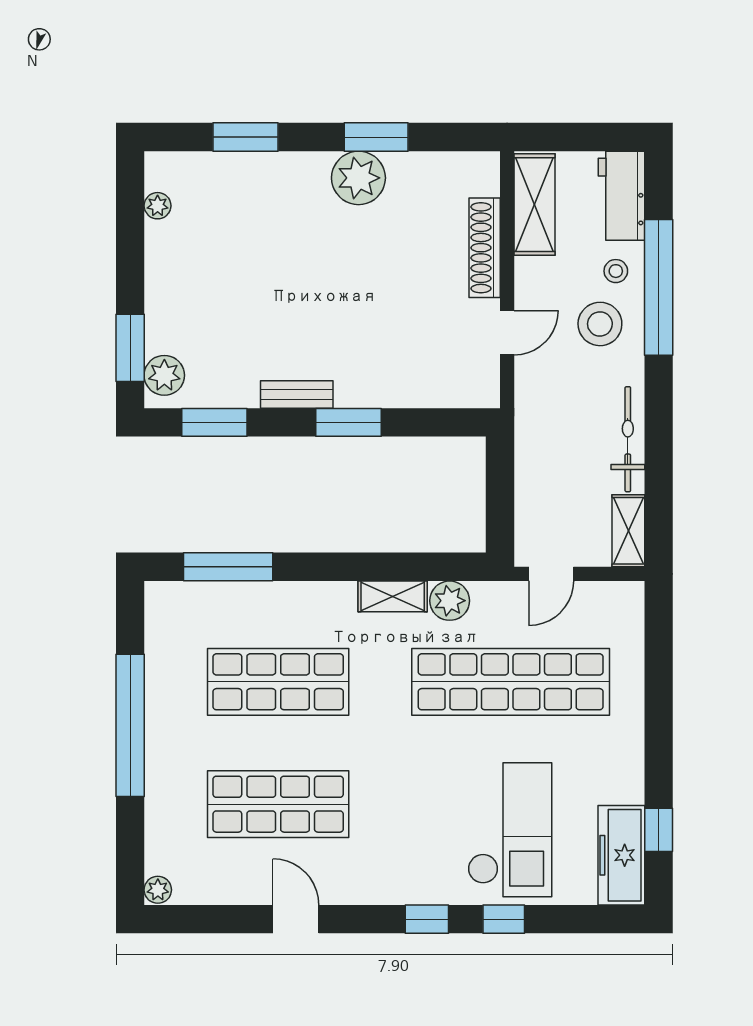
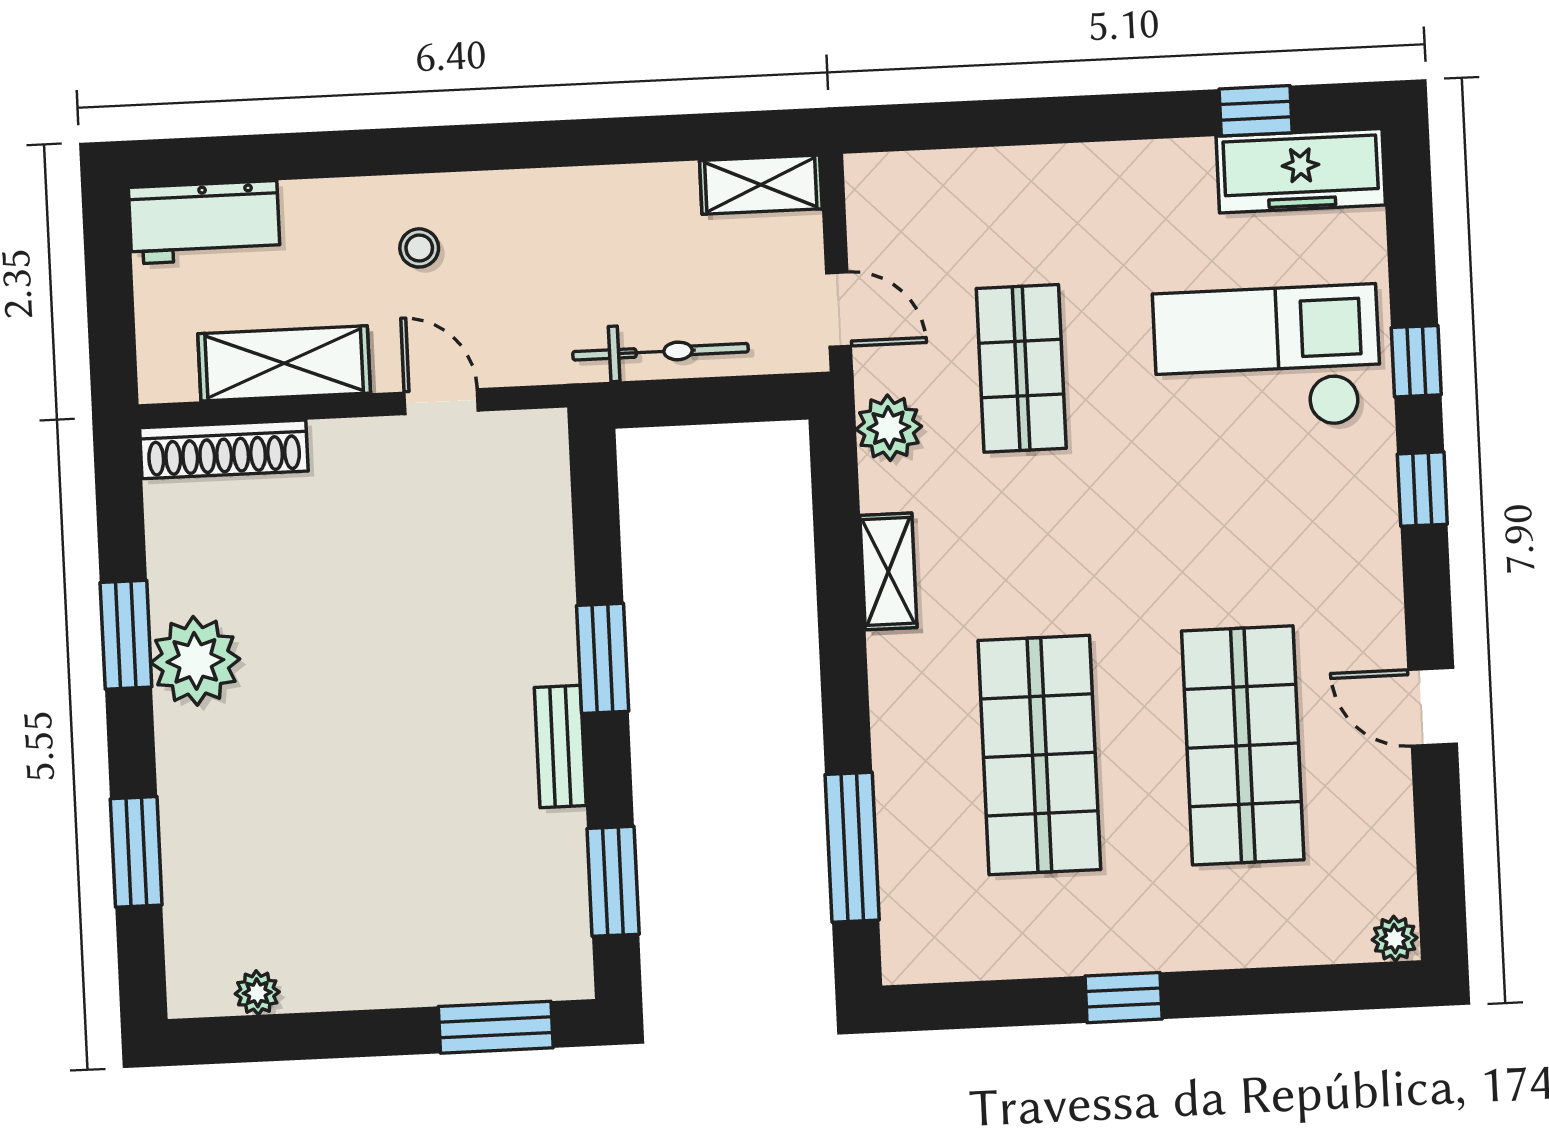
shelving: (534, 205) -> (284, 363), moved
shoe rack: (485, 248) -> (224, 449), moved
stool: (616, 271) -> (330, 226), removed
window: (659, 287) -> (354, 153), removed
stool: (600, 324) -> (419, 248), width x0.53, depth x0.53
plant: (164, 375) -> (539, 968), removed
bicycle: (628, 439) -> (660, 352), moved, turned 180
plant: (450, 601) -> (889, 428), moved
shop shelf: (511, 682) -> (1021, 368), width x0.50, depth x0.74
window: (130, 725) -> (1124, 998), width x0.32
door: (296, 919) -> (1433, 707), hinge flipped

